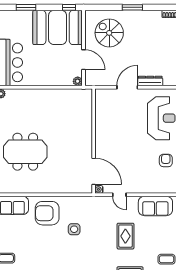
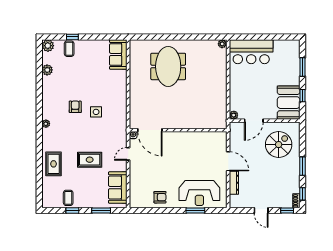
window: (69, 7) -> (302, 96), moved
window: (162, 7) -> (302, 194), added
booth: (58, 27) -> (289, 103), width x0.73, depth x0.70
door: (94, 171) -> (150, 130), hinge flipped
armchair: (47, 213) -> (75, 107), moved, width x0.53, depth x0.53

